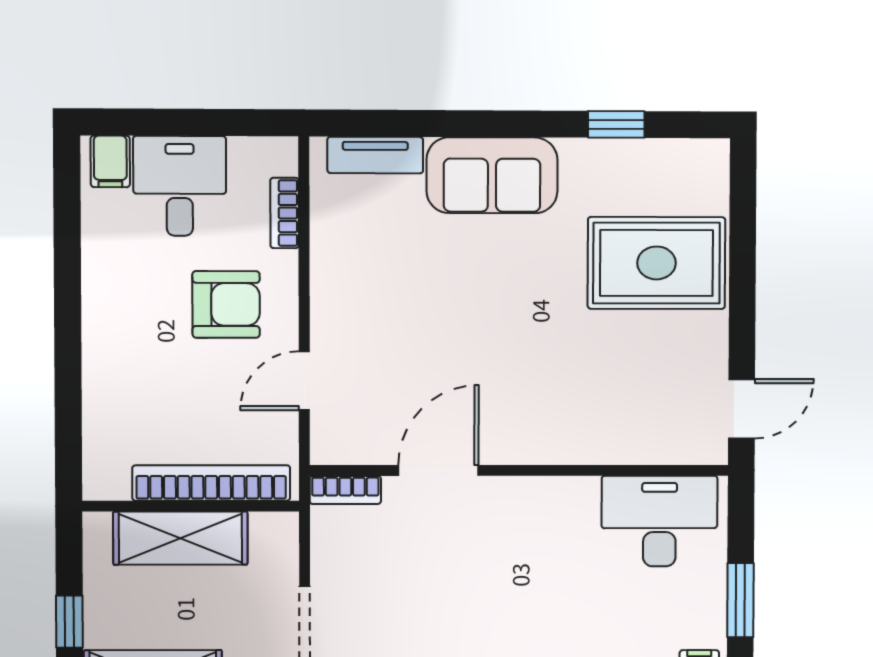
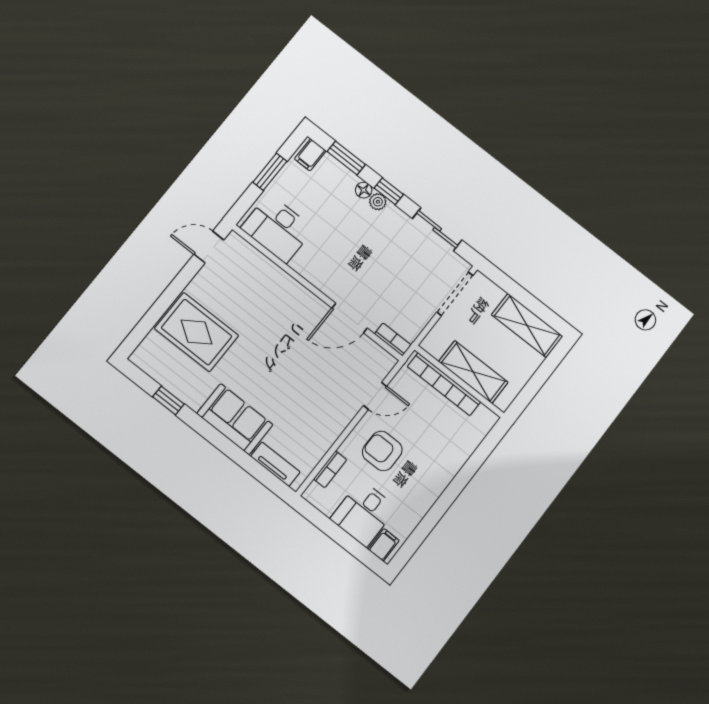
window: (69, 622) -> (543, 373), removed

